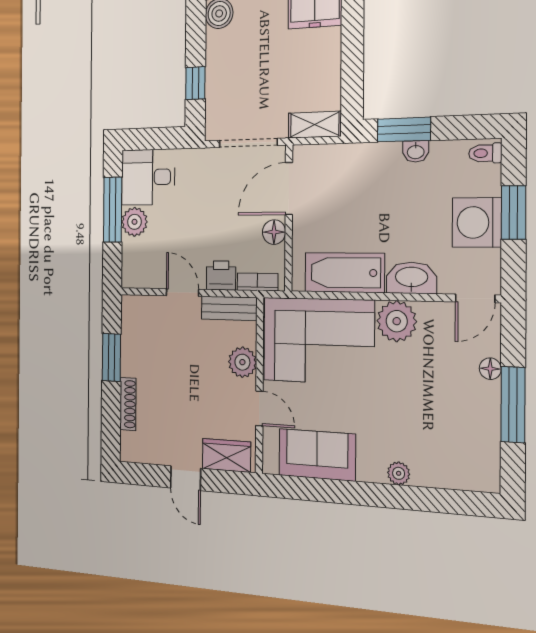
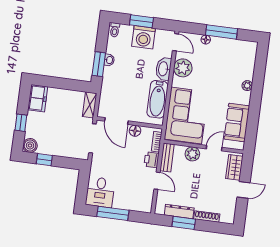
window: (195, 83) -> (44, 160), moved
plant: (134, 222) -> (120, 202), removed
door: (182, 292) -> (157, 181), swing flipped
plant: (397, 321) -> (183, 68), moved
dresser: (131, 346) -> (179, 211), added

